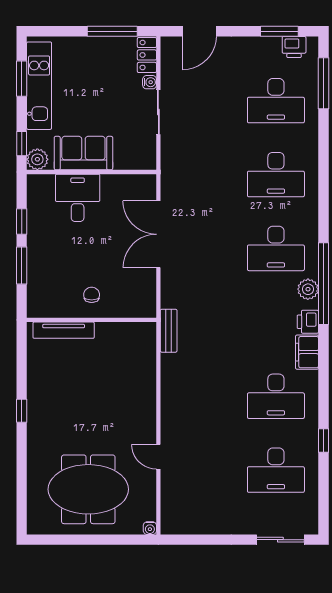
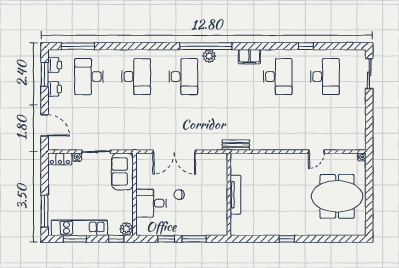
window: (112, 31) -> (45, 211), moved
desk: (276, 101) -> (89, 77), turned 180
sofa: (83, 153) -> (122, 171), moved
chair: (92, 295) -> (179, 195), moved
printer: (308, 322) -> (55, 89), moved, turned -90
tv unit: (64, 330) -> (235, 195), moved
meeting table: (88, 489) -> (337, 196), turned 90

